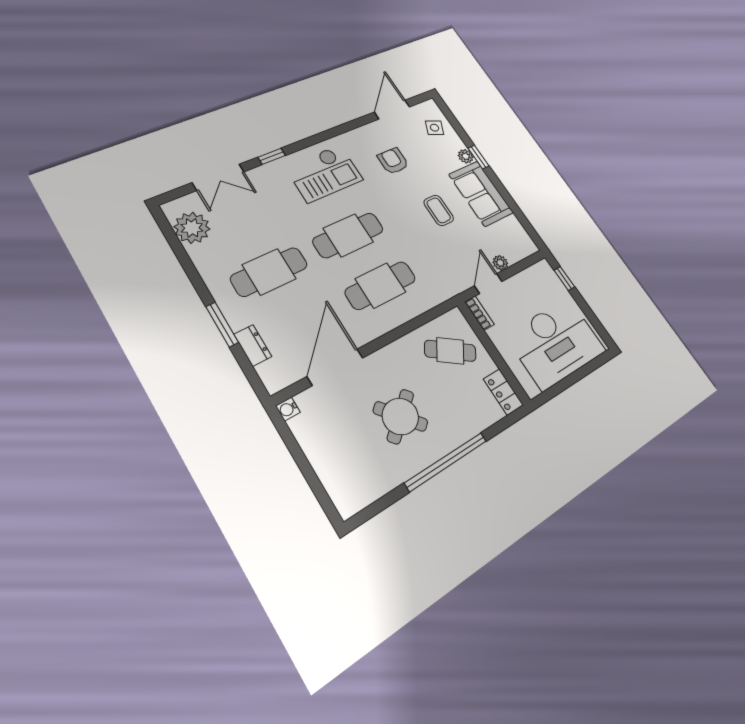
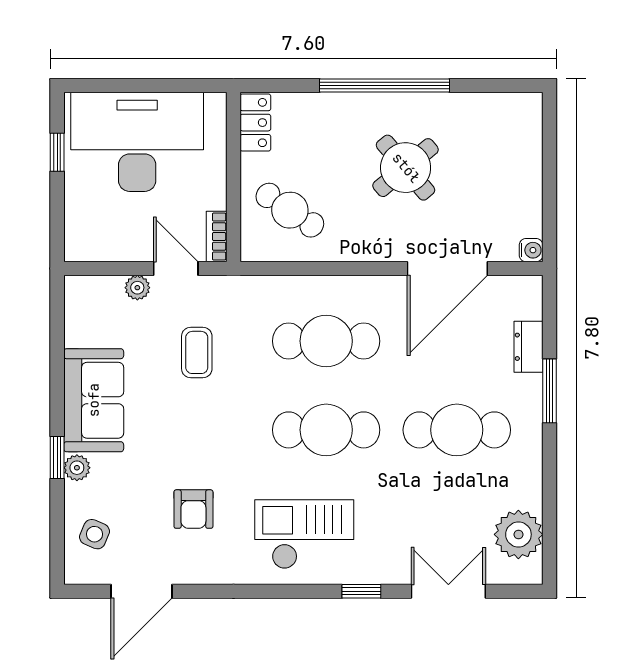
coffee table: (439, 210) -> (197, 352), moved
window: (564, 278) -> (57, 152), moved
door: (488, 284) -> (176, 269), swing flipped

